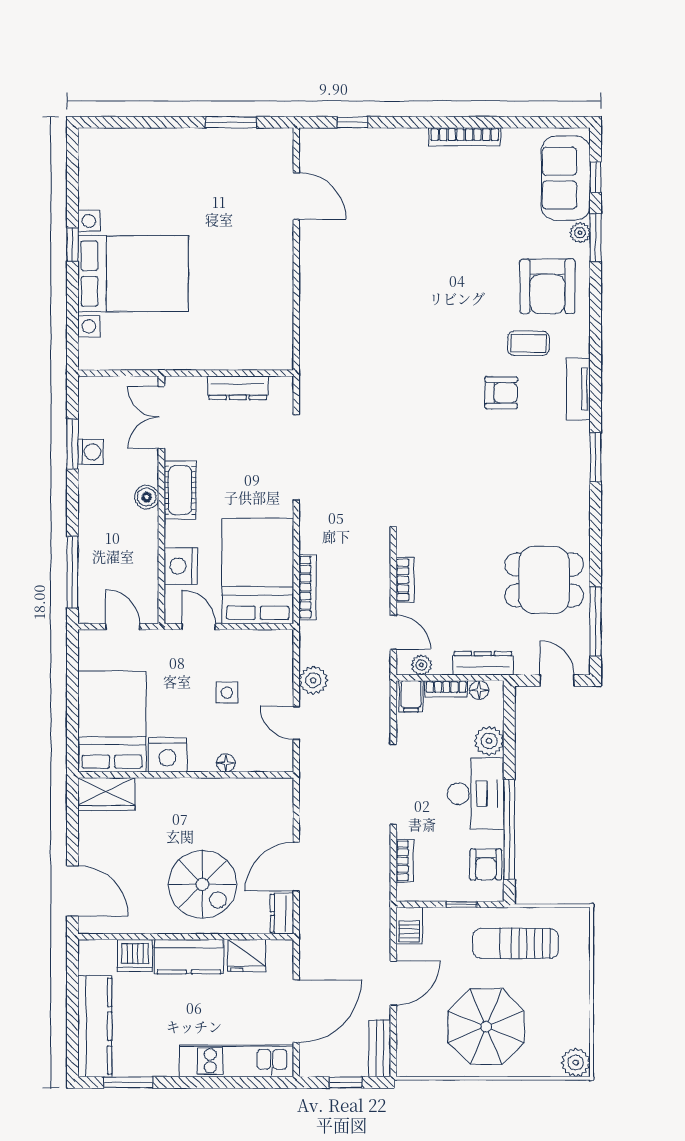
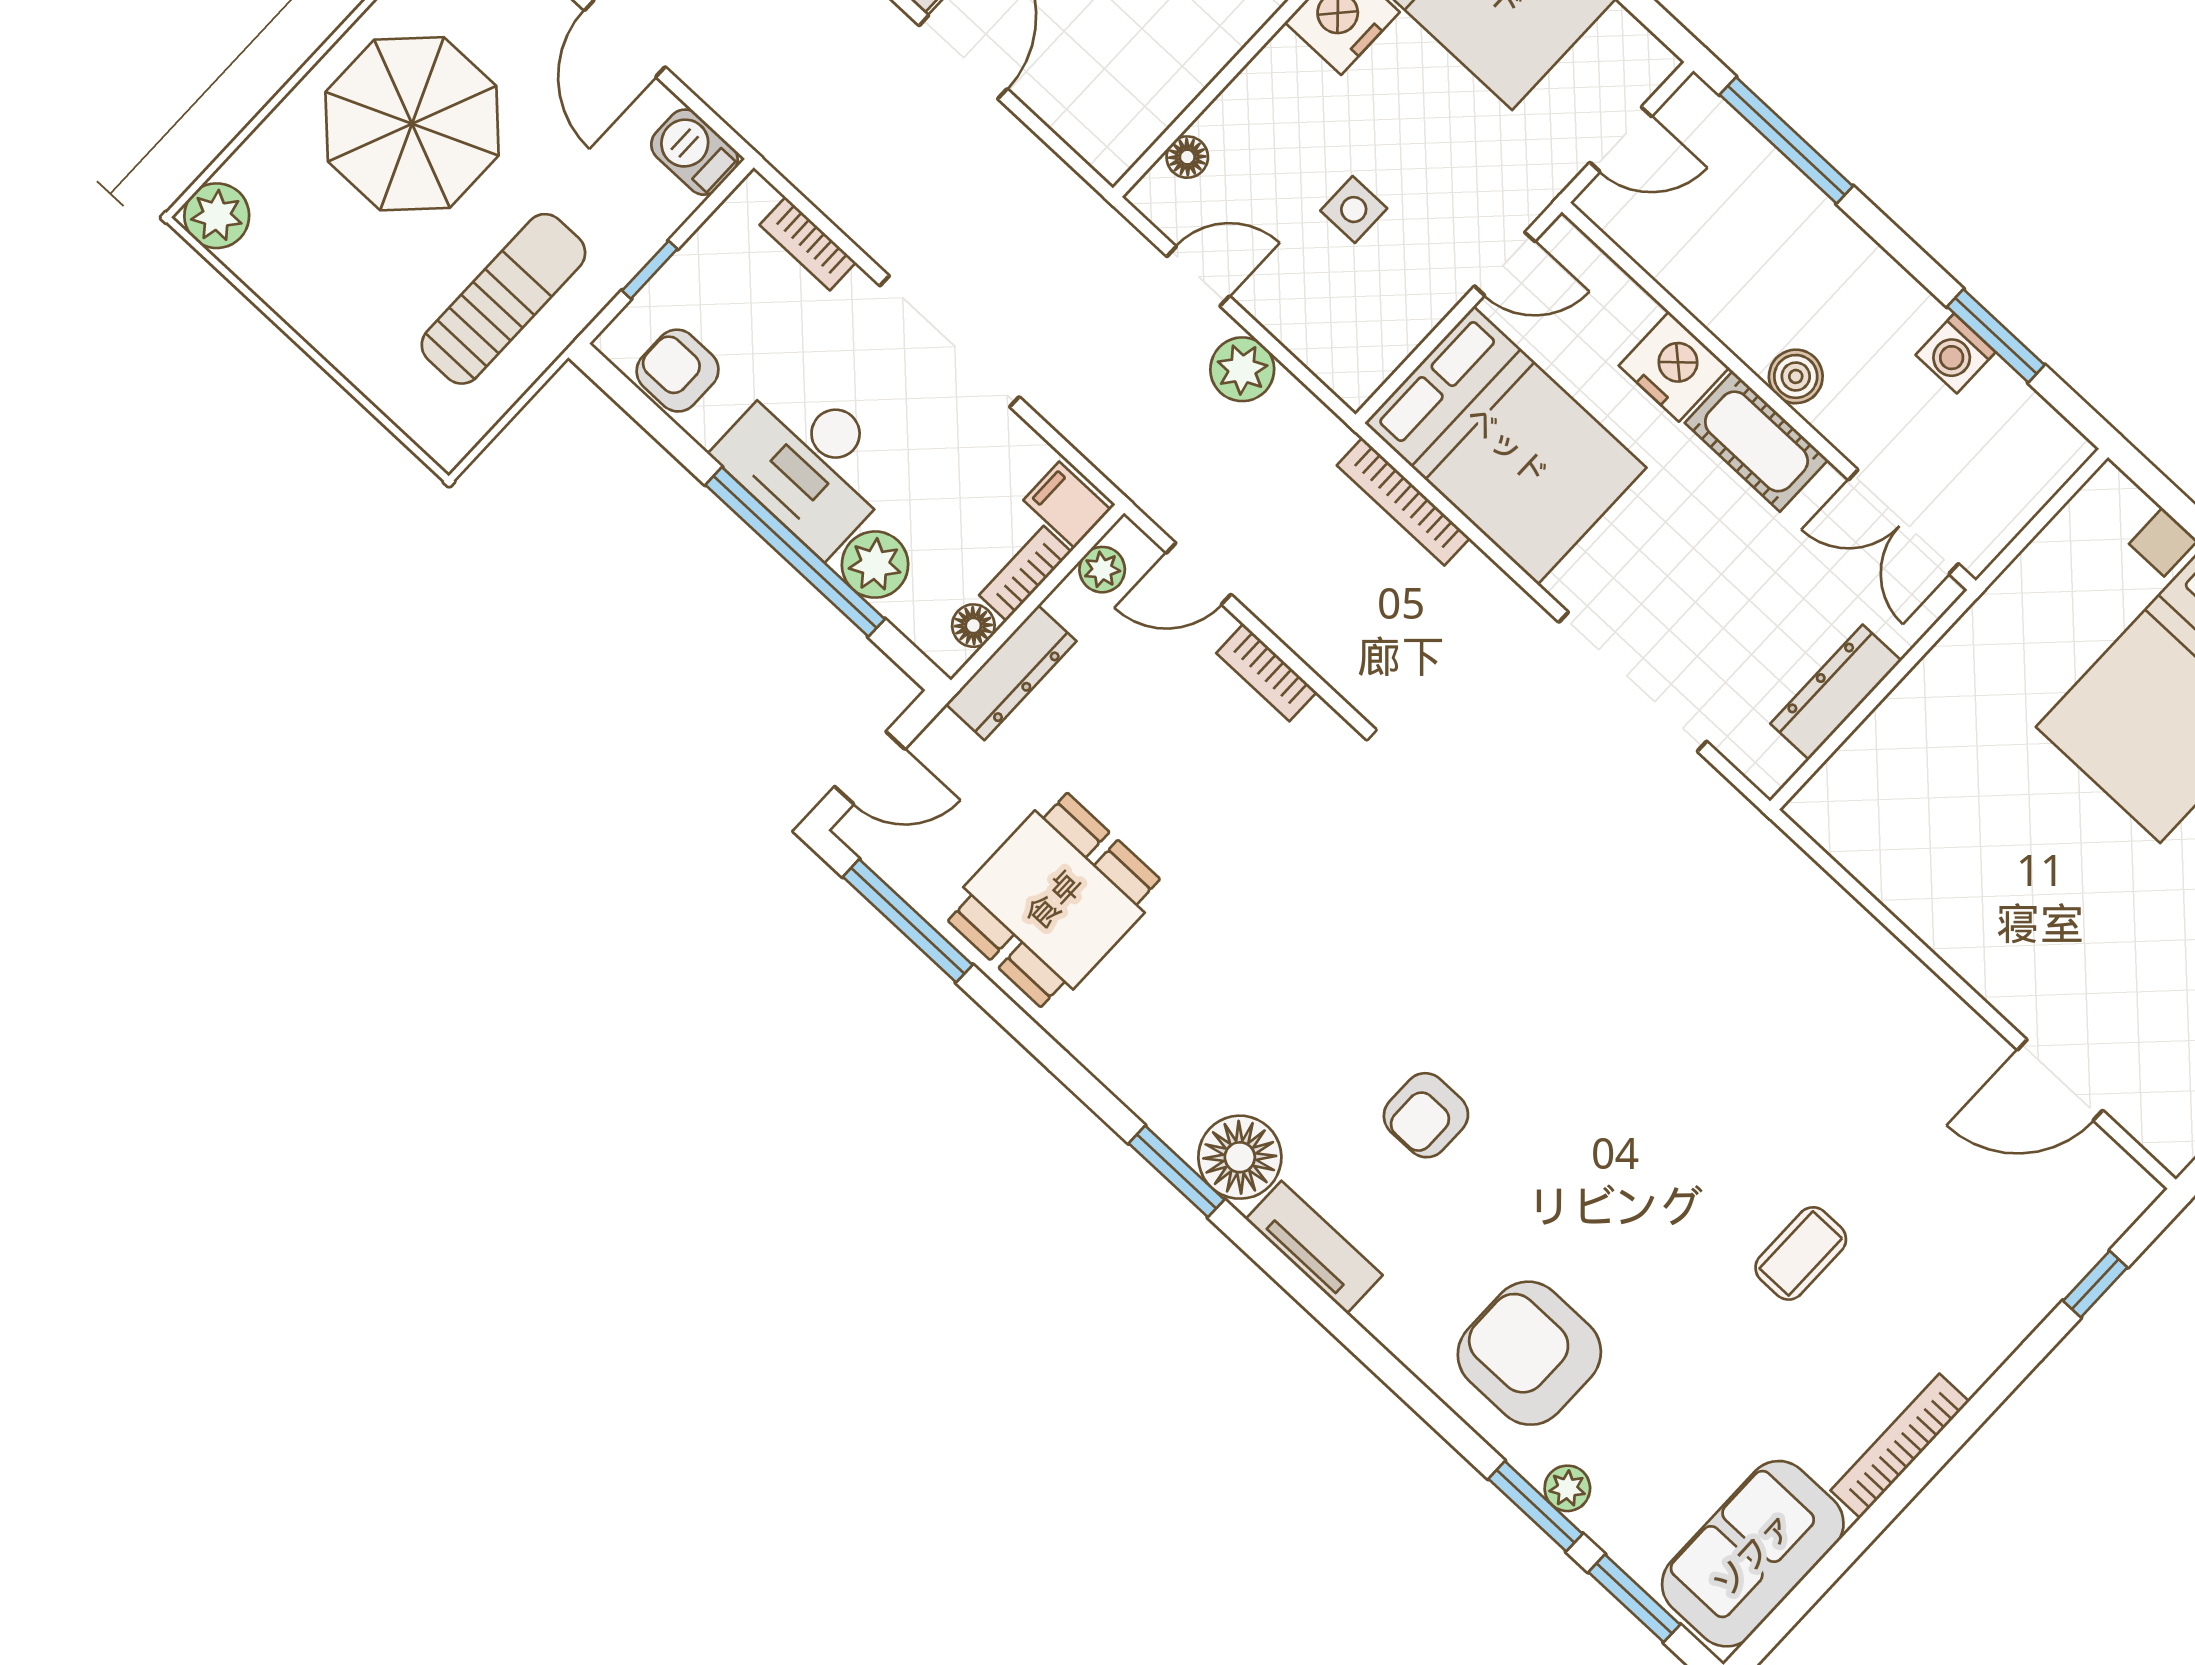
window: (596, 177) -> (1634, 1598), width x1.50
sofa: (566, 178) -> (1753, 1554), moved, turned -90
coffee table: (529, 343) -> (1801, 1253), moved
double door: (161, 417) -> (1903, 522), swing flipped
floor lamp: (572, 441) -> (1240, 1157), added
nightstand: (181, 566) -> (1674, 367), moved
floor lamp: (226, 763) -> (1187, 157), moved
window: (509, 829) -> (795, 552), moved

